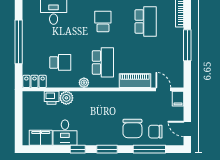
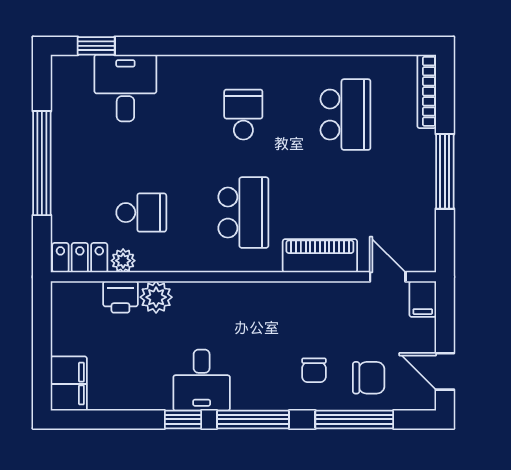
plant: (84, 83) -> (123, 261), moved
chair: (132, 128) -> (314, 370), width x0.54, depth x0.54
chair: (155, 132) -> (369, 378), turned 180
desk: (65, 133) -> (202, 380), moved
filing cabinet: (41, 138) -> (69, 384), moved, turned 90
window: (107, 149) -> (253, 419), width x1.44

